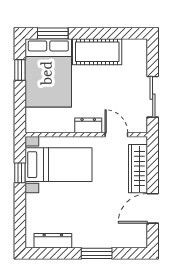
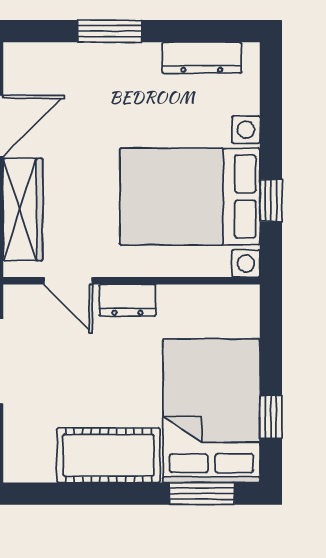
bed with nightstands: (59, 165) -> (190, 196), width x1.36

